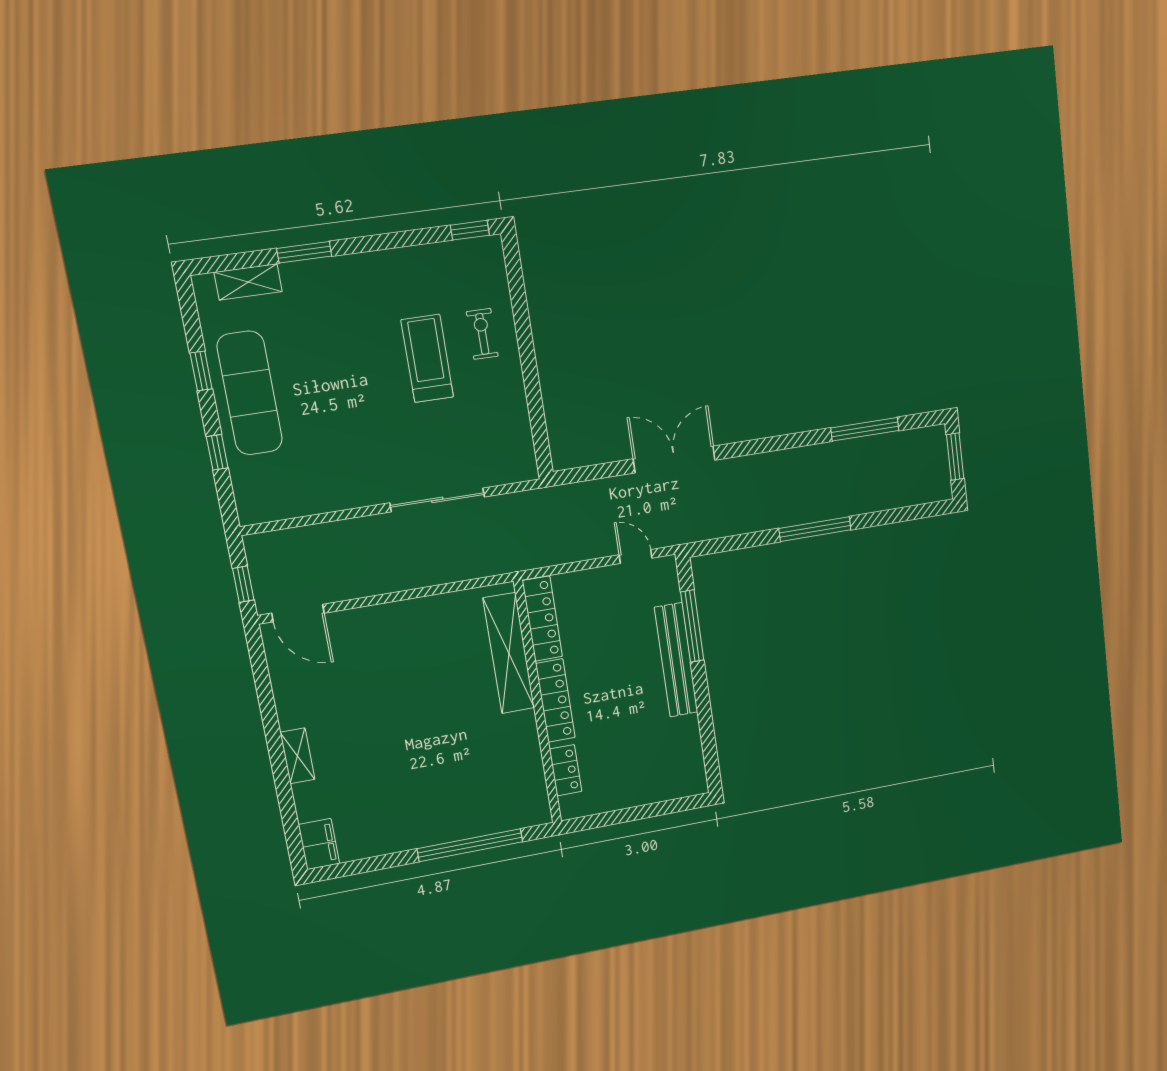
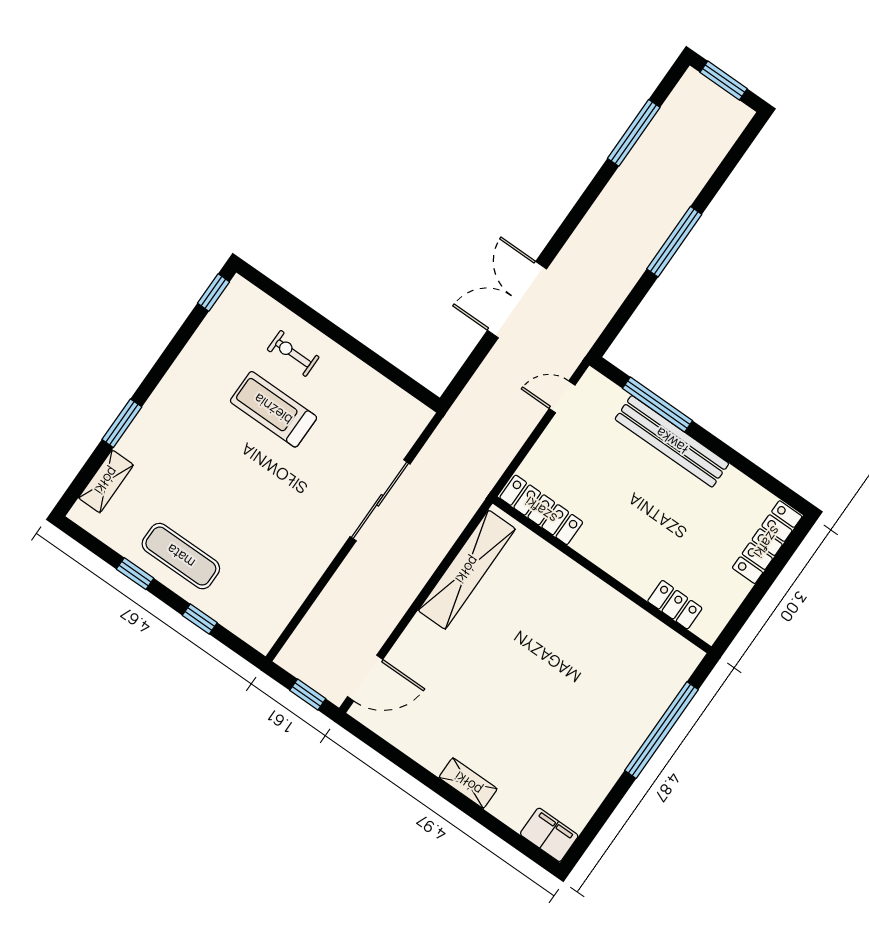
exercise mat: (250, 393) -> (181, 556), width x0.73, depth x0.69
shelving: (509, 653) -> (467, 570), moved, turned 90
locker: (555, 701) -> (767, 542), moved, turned -90

